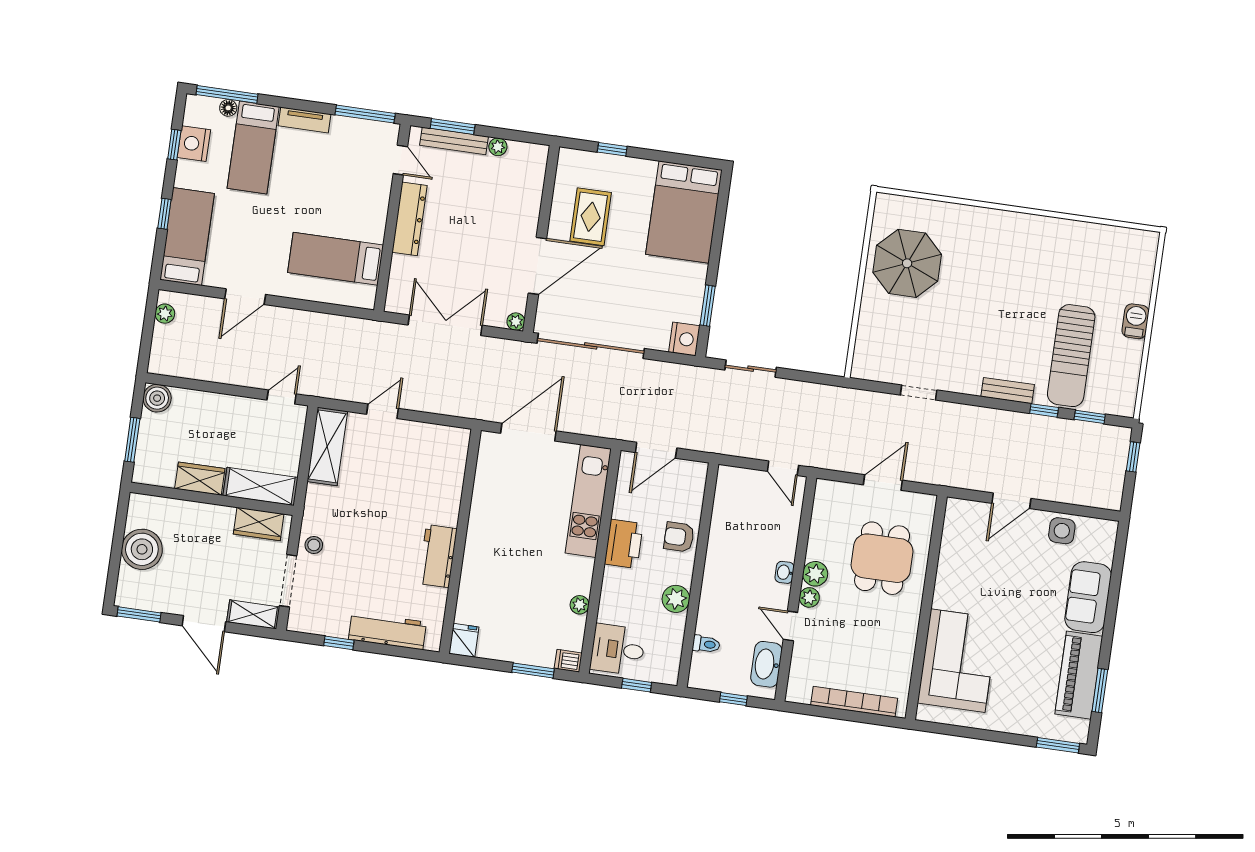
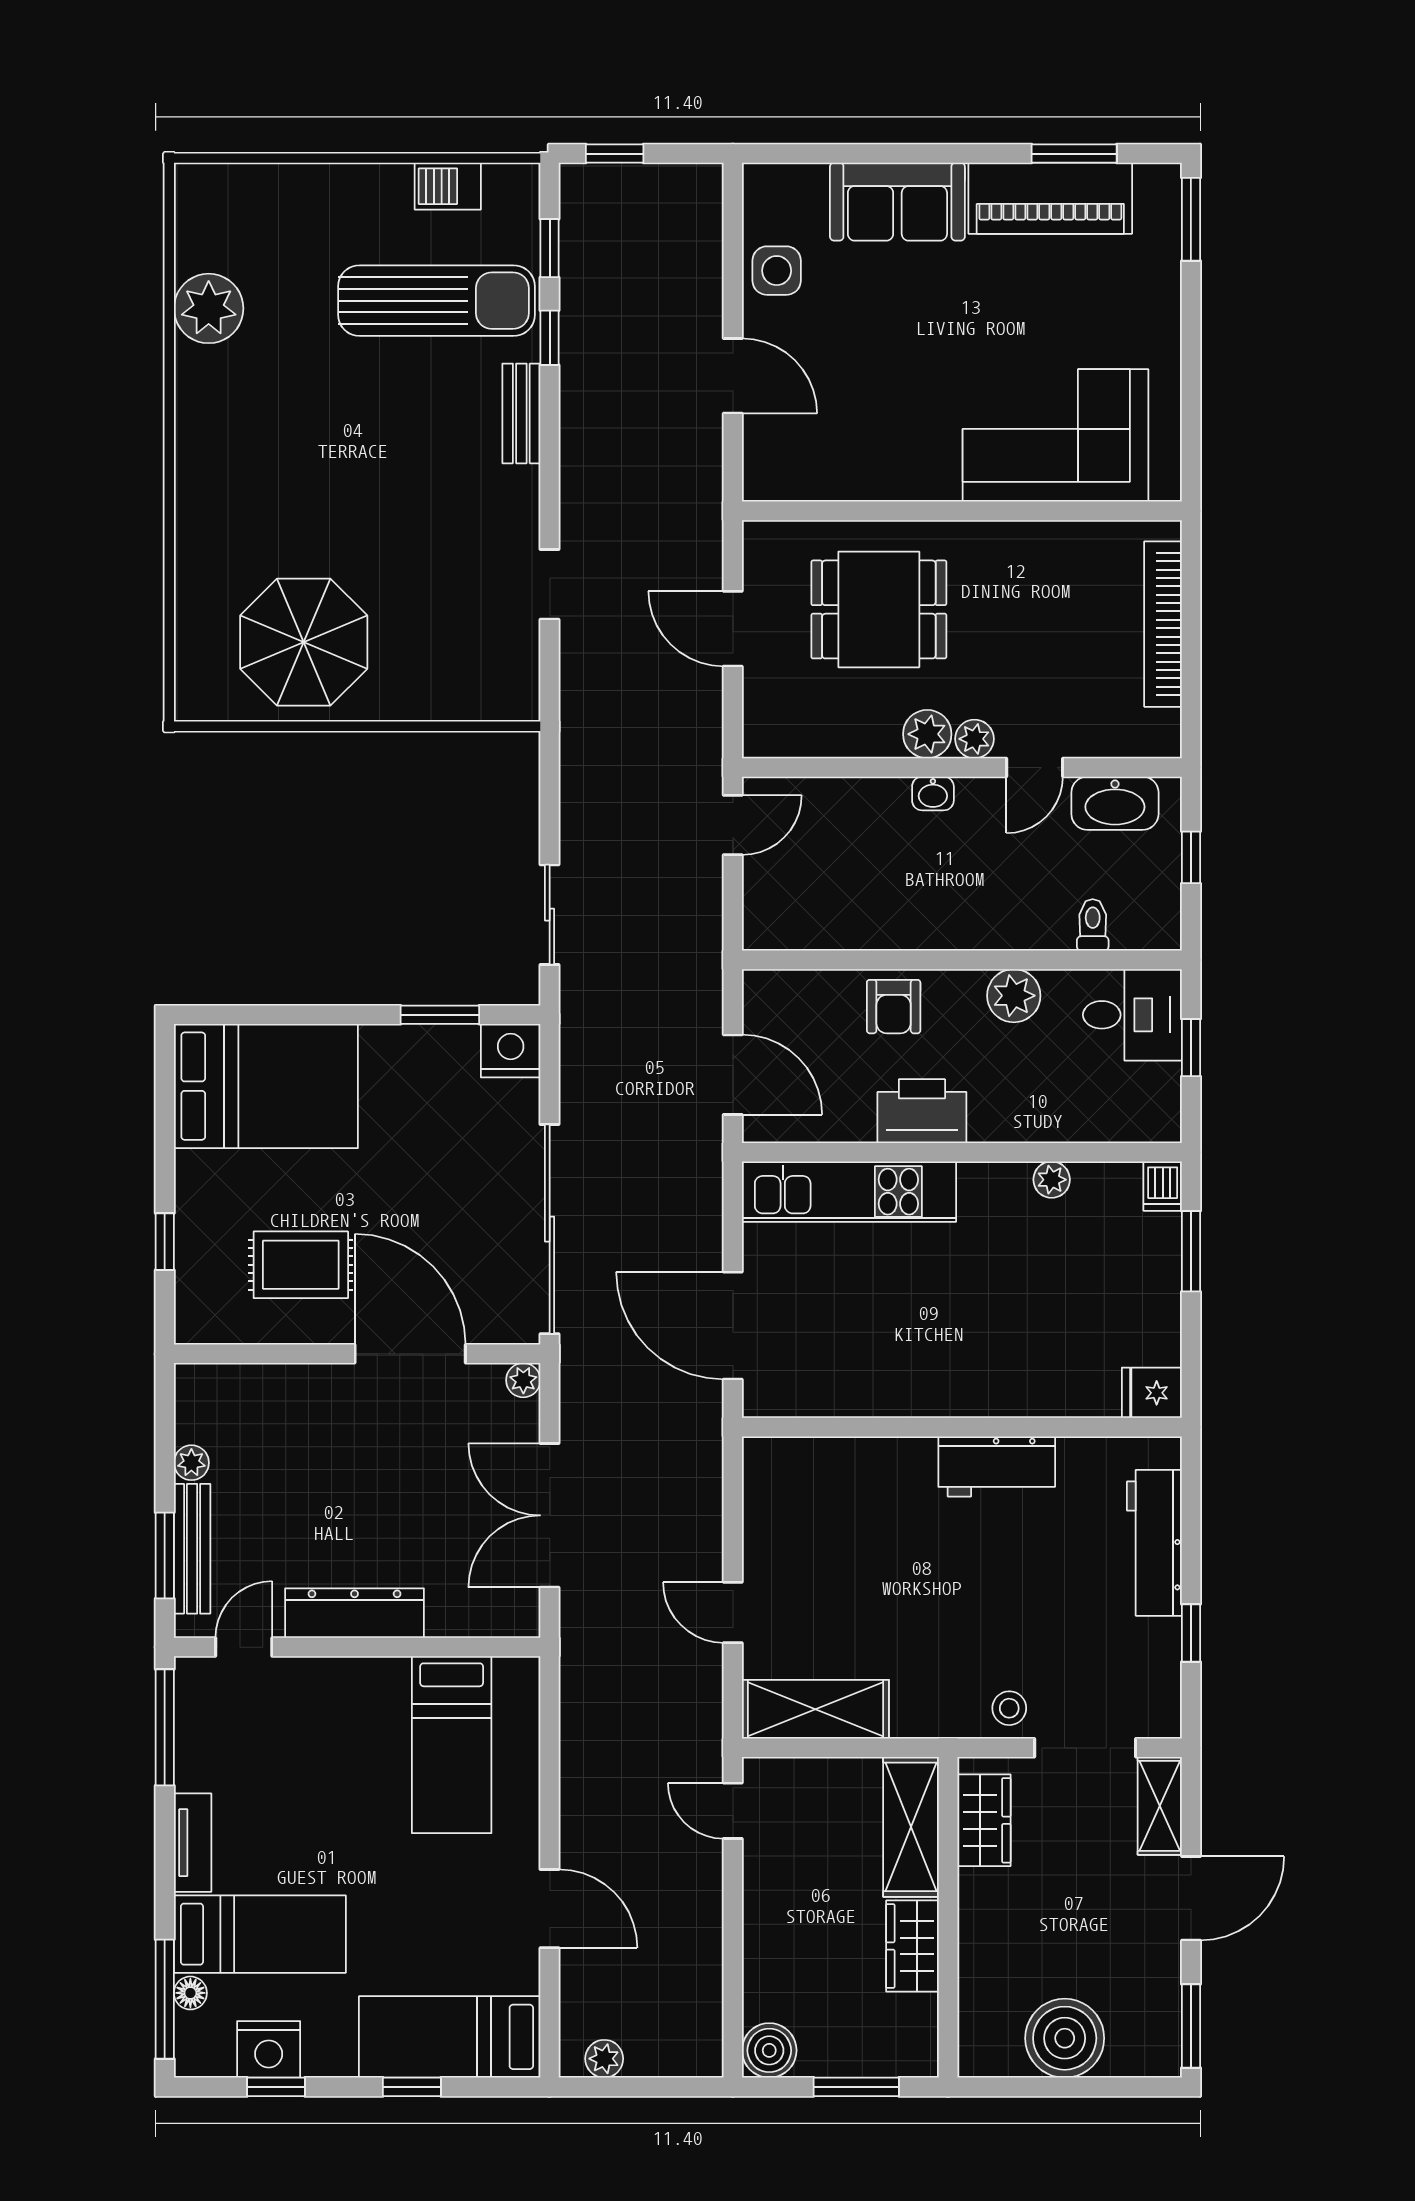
plant: (1084, 239) -> (209, 308), added
barbecue: (1135, 321) -> (448, 186), moved
desk: (618, 650) -> (1132, 1015), moved, turned -90

